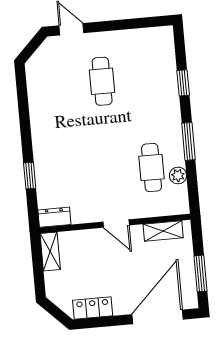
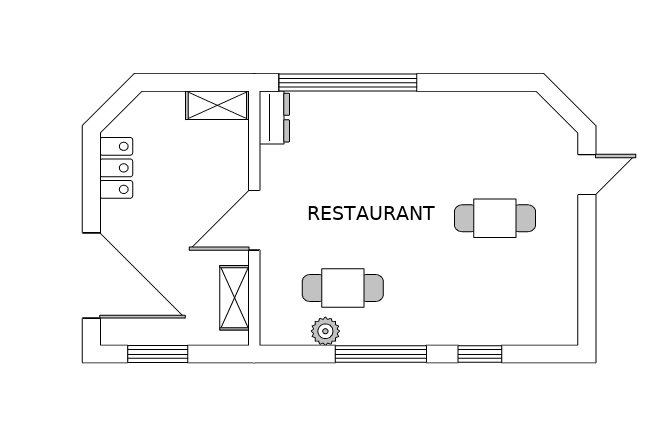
window: (188, 141) -> (381, 354), width x1.44
window: (30, 176) -> (348, 83), width x3.17
door: (116, 224) -> (254, 220), width x1.38

